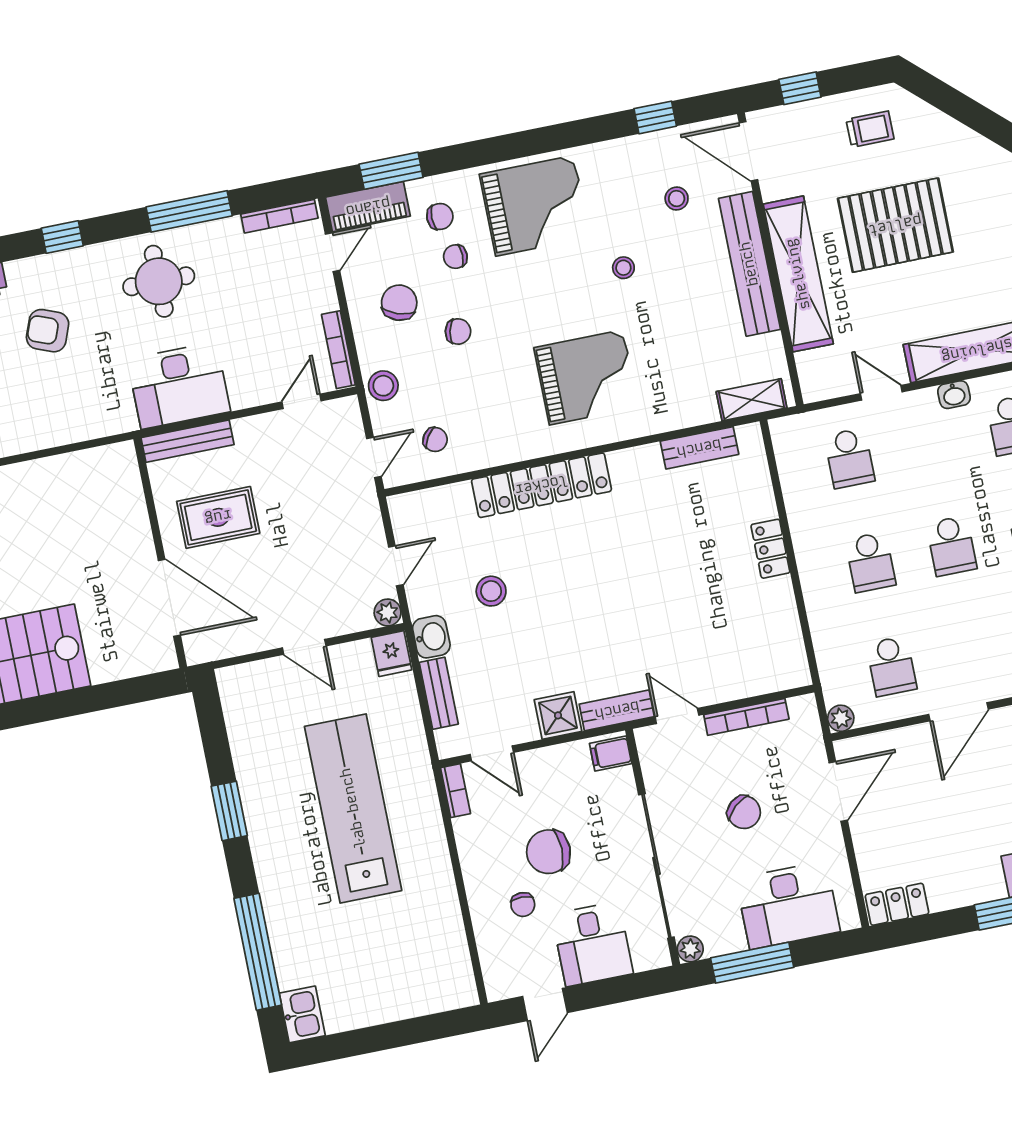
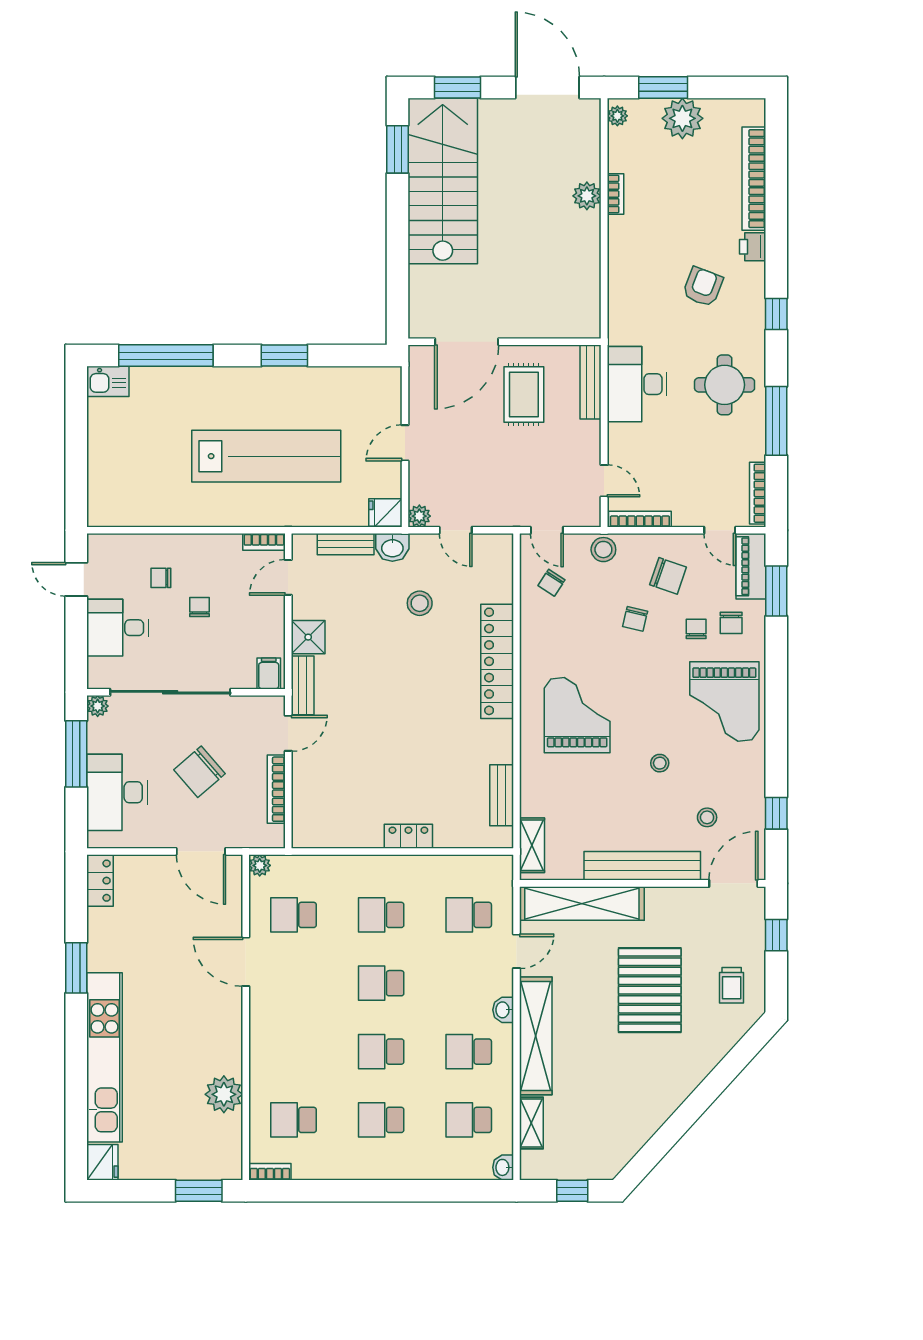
shelving: (798, 274) -> (582, 904), moved
grand piano: (586, 377) -> (577, 715), turned 180
chair: (744, 812) -> (200, 772), width x1.37, depth x1.37
chair: (548, 852) -> (199, 607), width x0.54, depth x0.54

